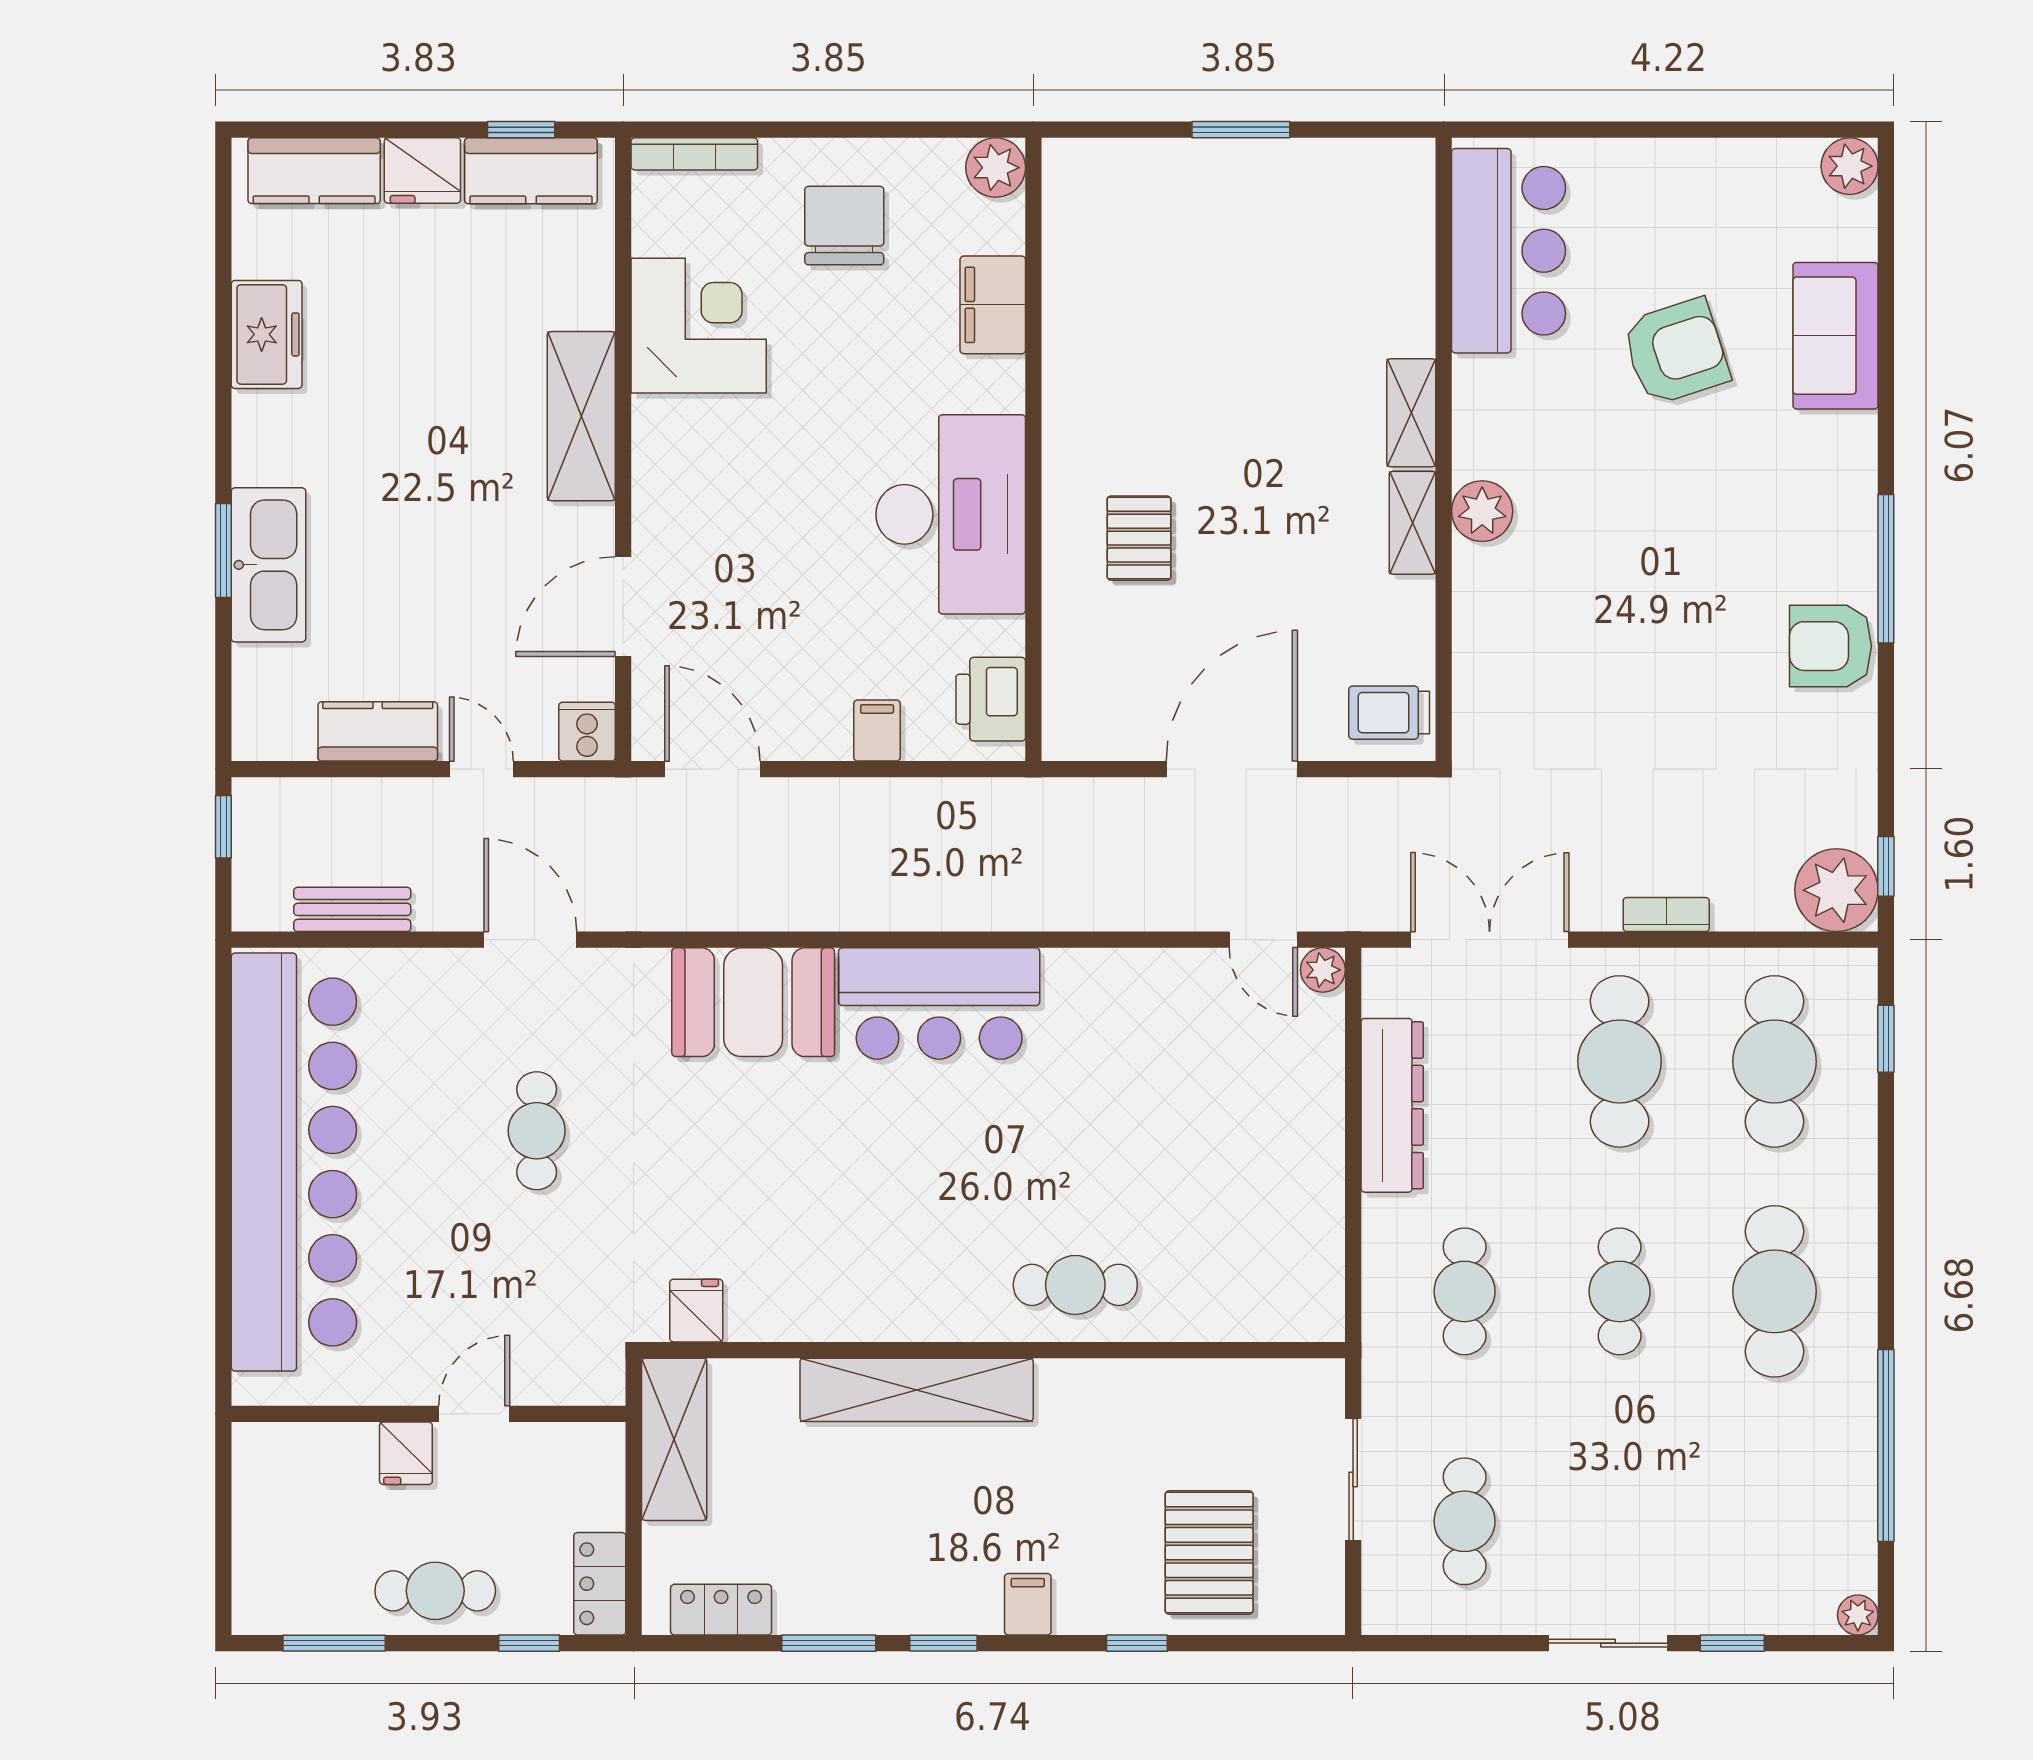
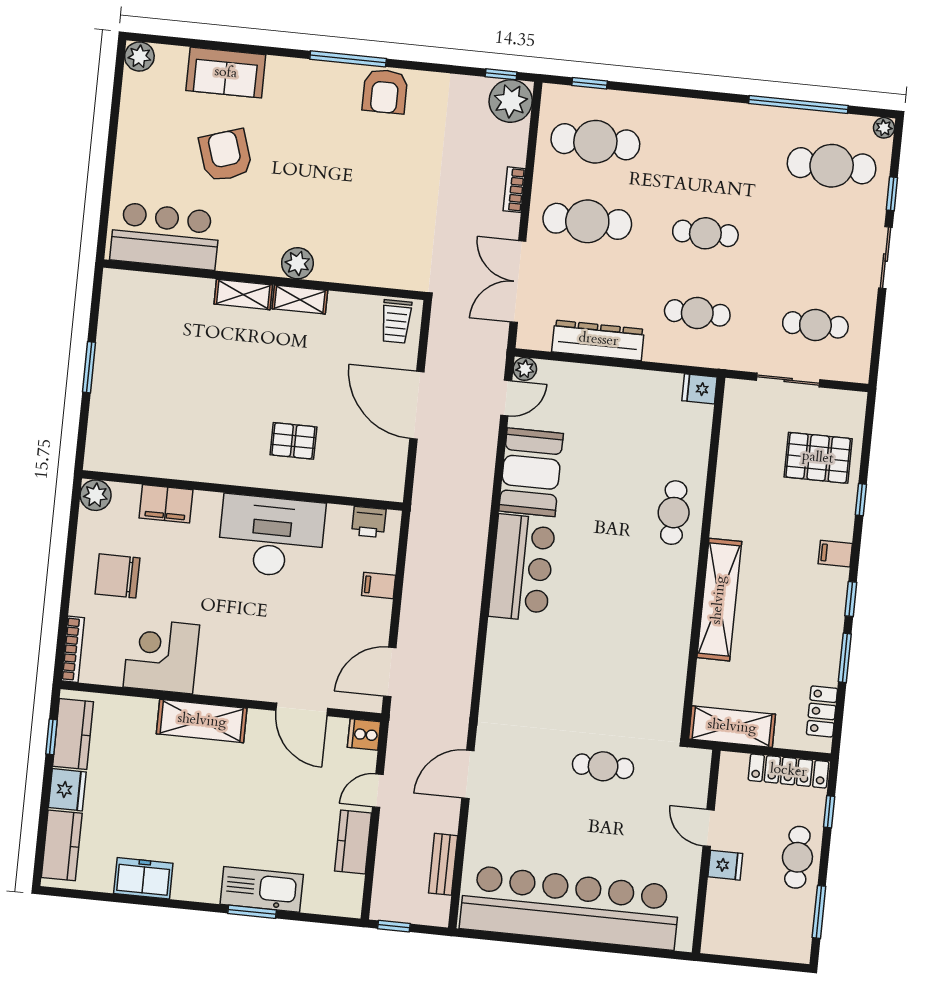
printer: (991, 699) -> (369, 522), width x0.73, depth x0.81
booth: (753, 1002) -> (531, 472), moved
cafe table: (537, 1131) -> (603, 766), moved
cafe table: (1775, 1291) -> (832, 166), moved
fridge: (696, 1311) -> (700, 389), moved
locker: (600, 1584) -> (788, 771), width x1.53

